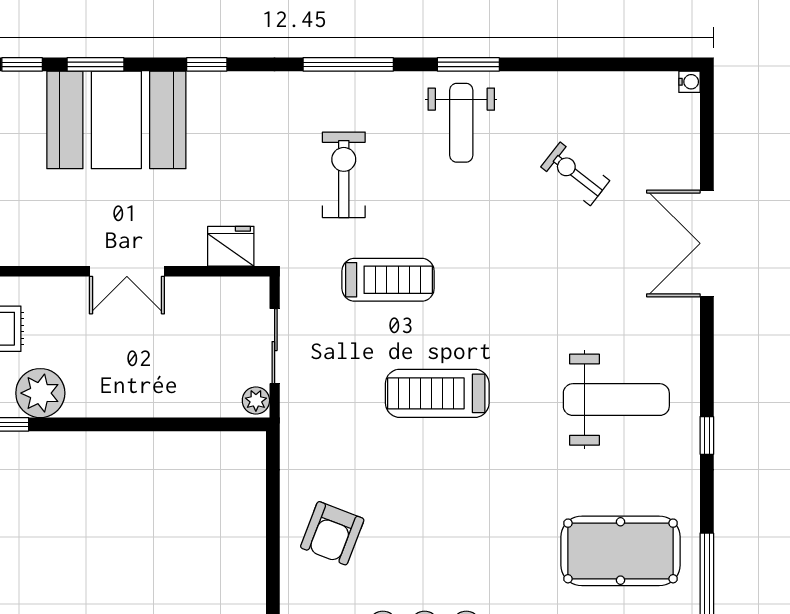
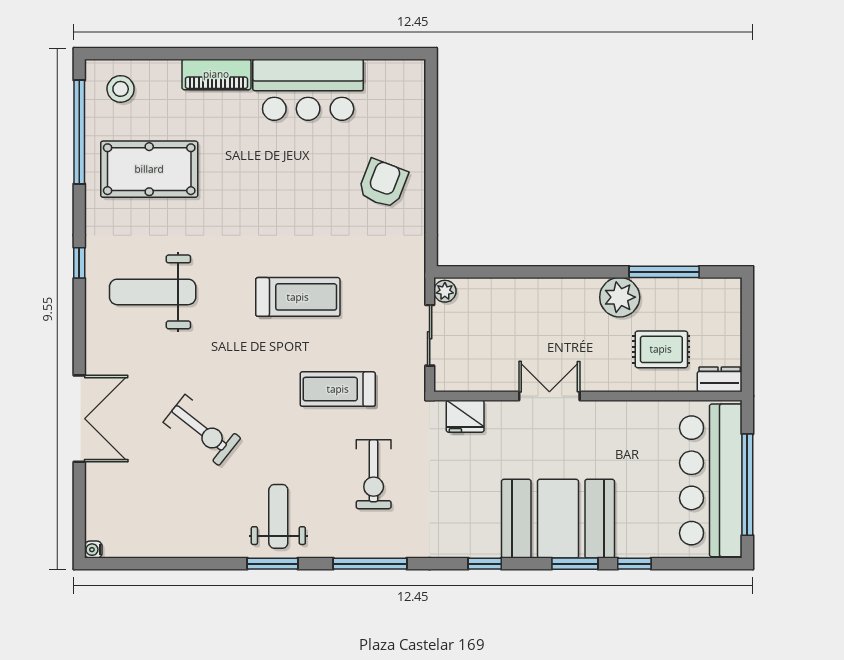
exercise bike: (575, 174) -> (202, 430), moved, width x1.38, depth x1.39

